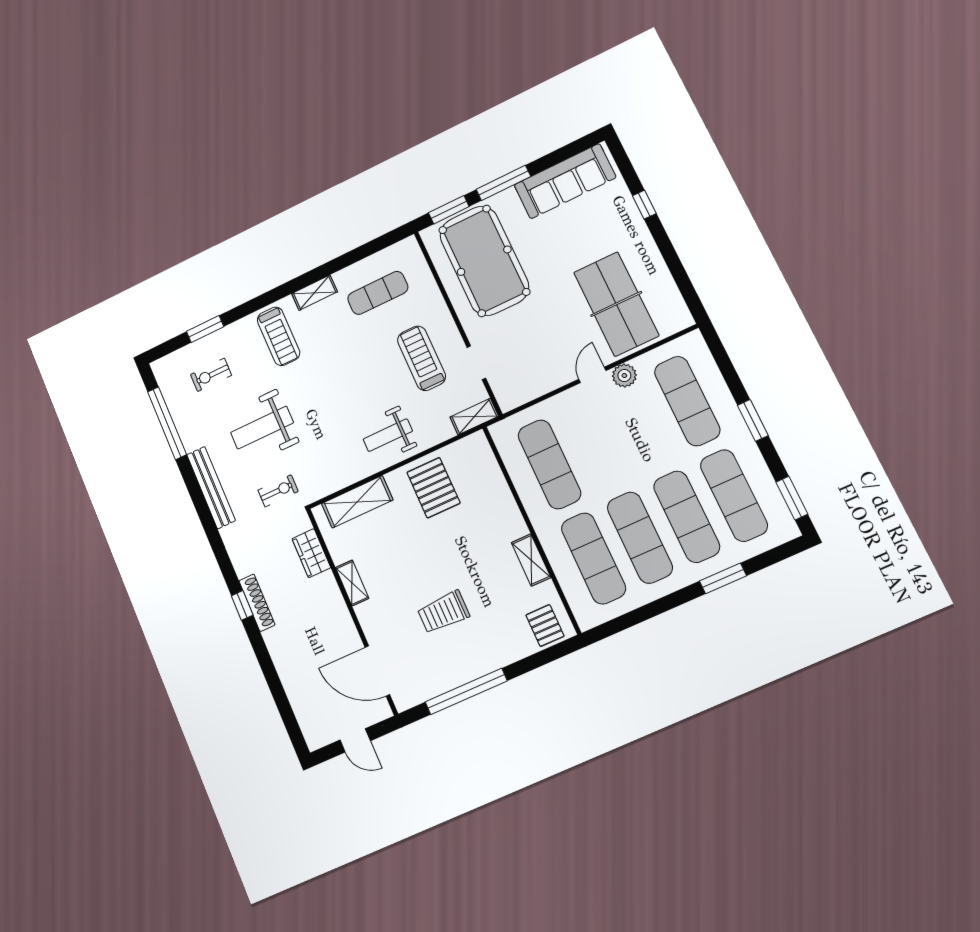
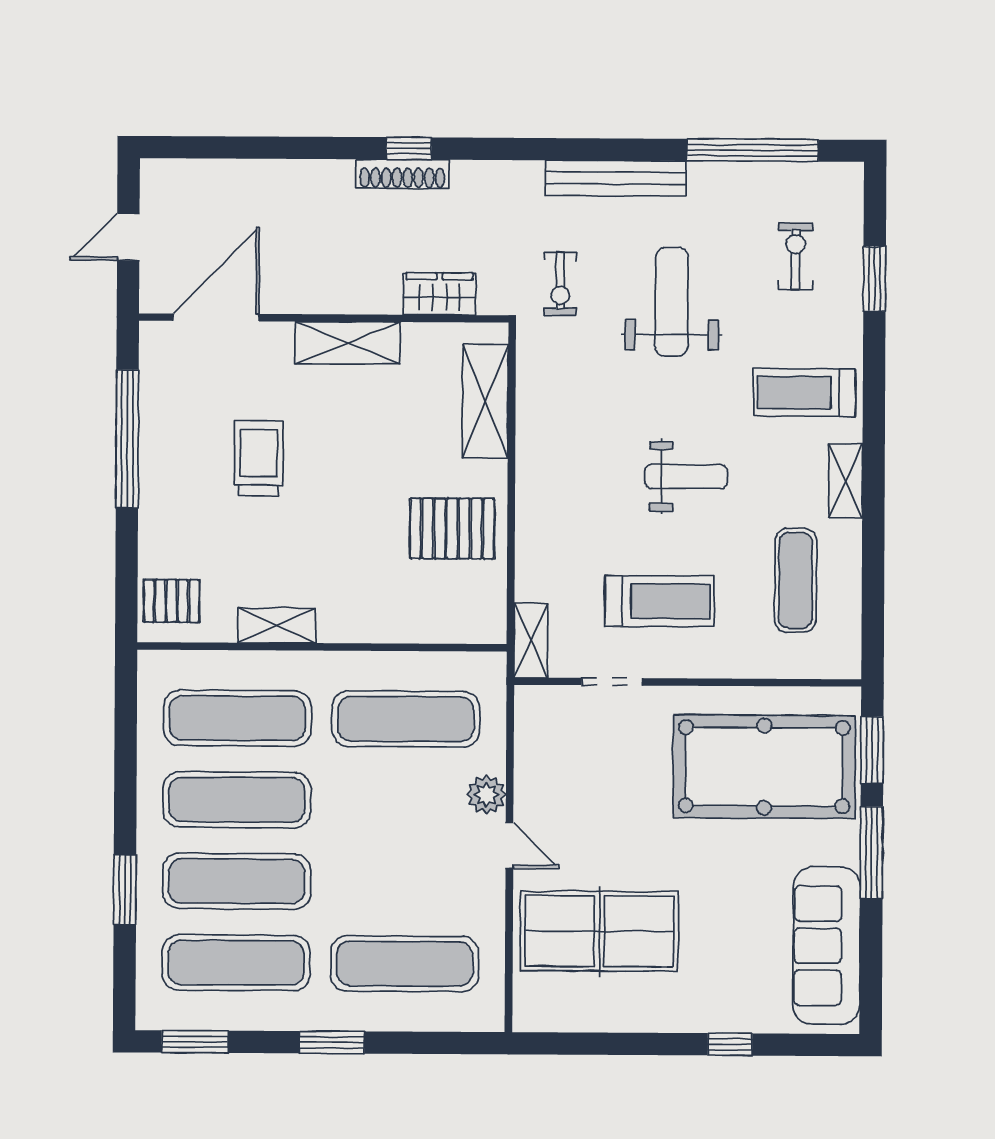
plant: (624, 376) -> (486, 795), moved
weight bench: (388, 435) -> (686, 477), moved, turned 90
shelving: (352, 583) -> (348, 343), width x1.50, depth x1.33

